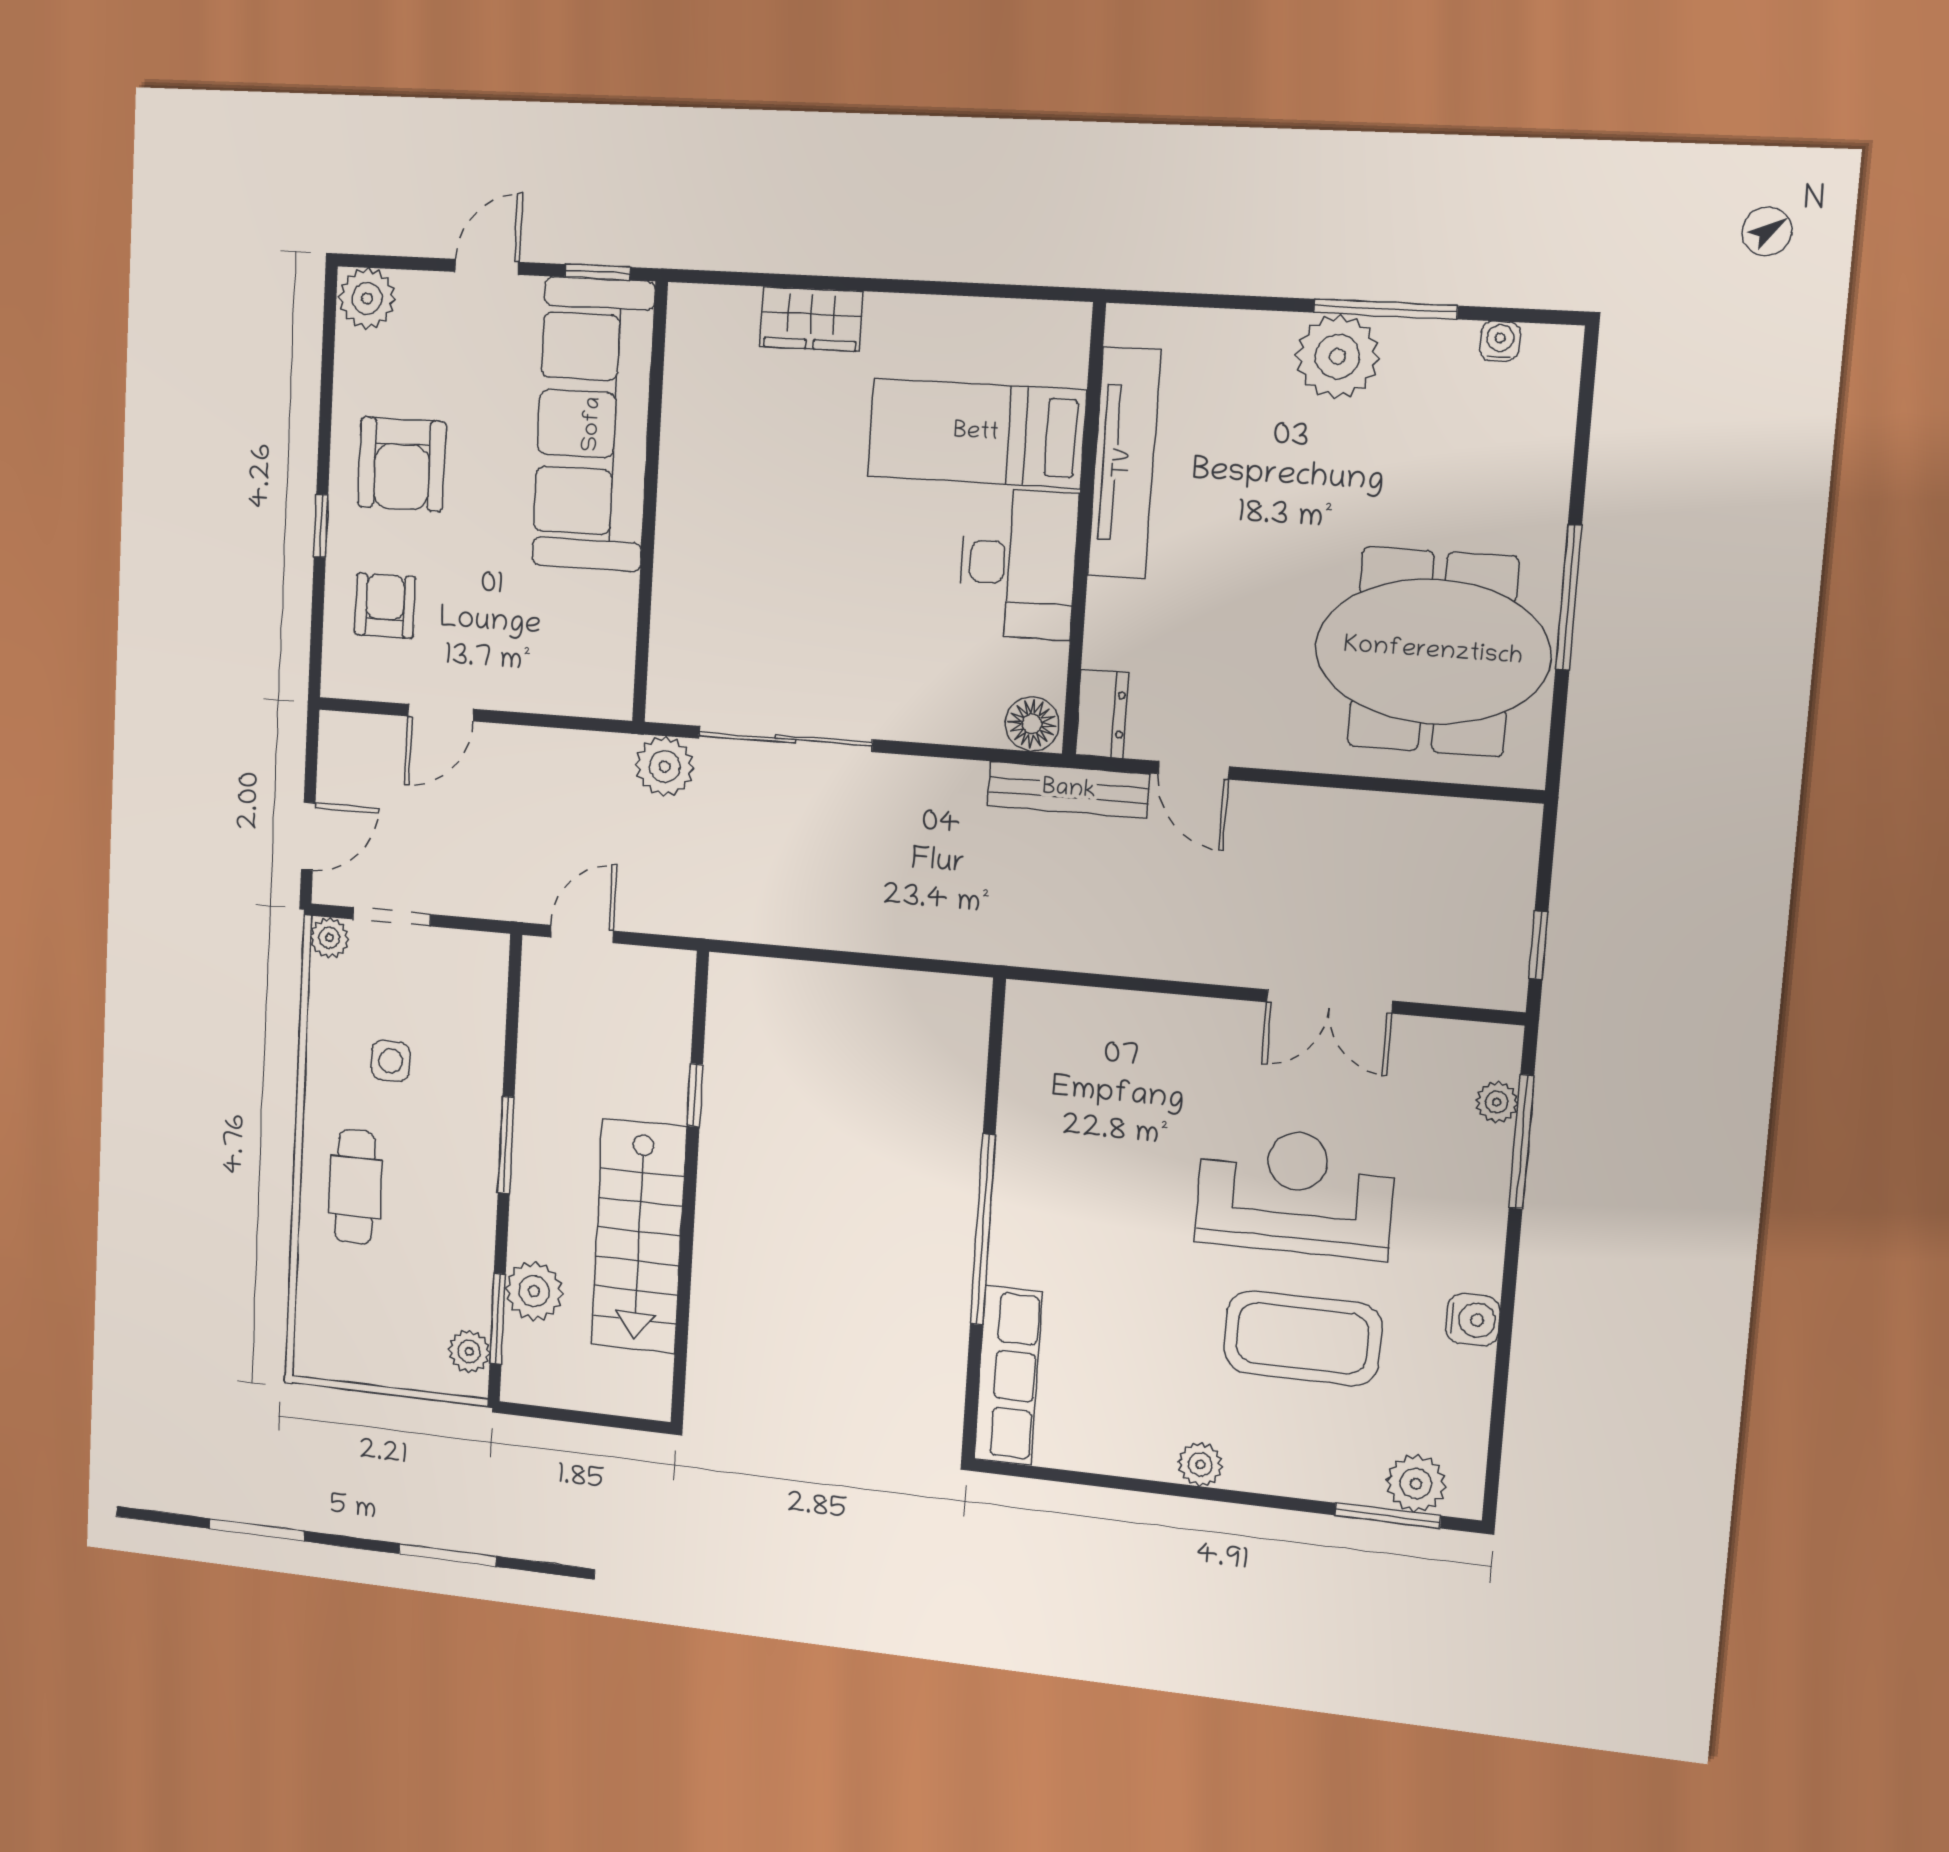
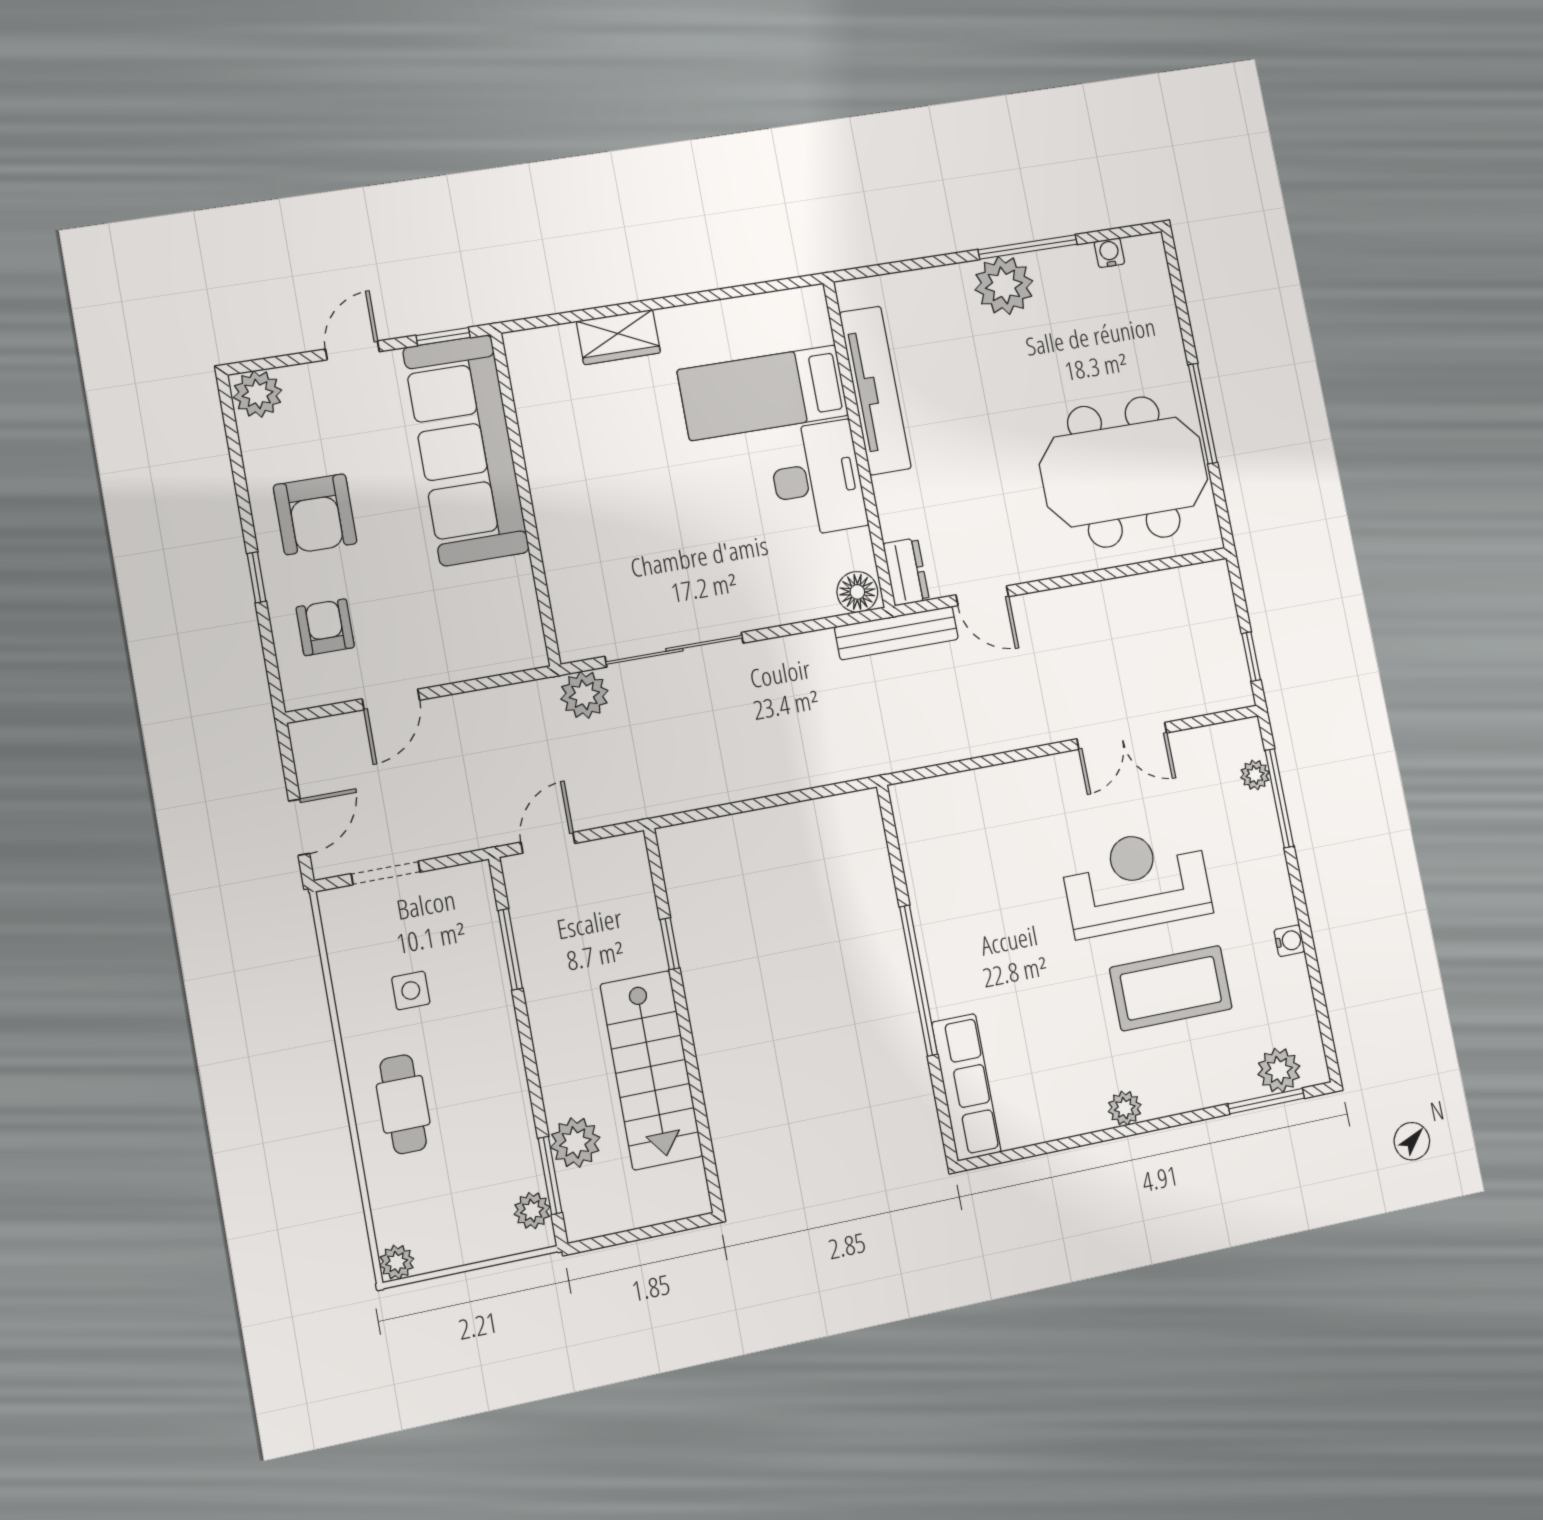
plant: (329, 938) -> (397, 1262), moved
window: (506, 1145) -> (510, 949), moved
water cooler: (1473, 1320) -> (1289, 941), width x0.72, depth x0.72

